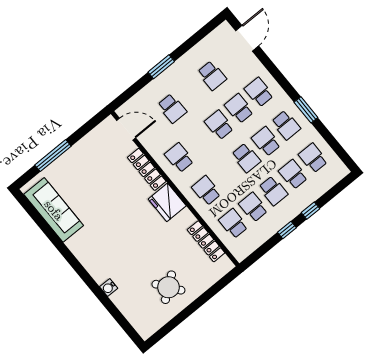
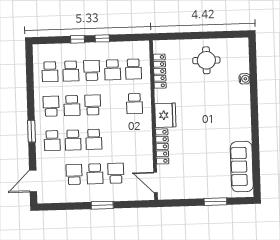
window: (306, 110) -> (32, 131), moved
window: (53, 156) -> (215, 202), width x0.69
school desk: (179, 158) -> (95, 174), moved
round table: (168, 287) -> (206, 60), turned 37
water cooler: (109, 288) -> (245, 79), moved

